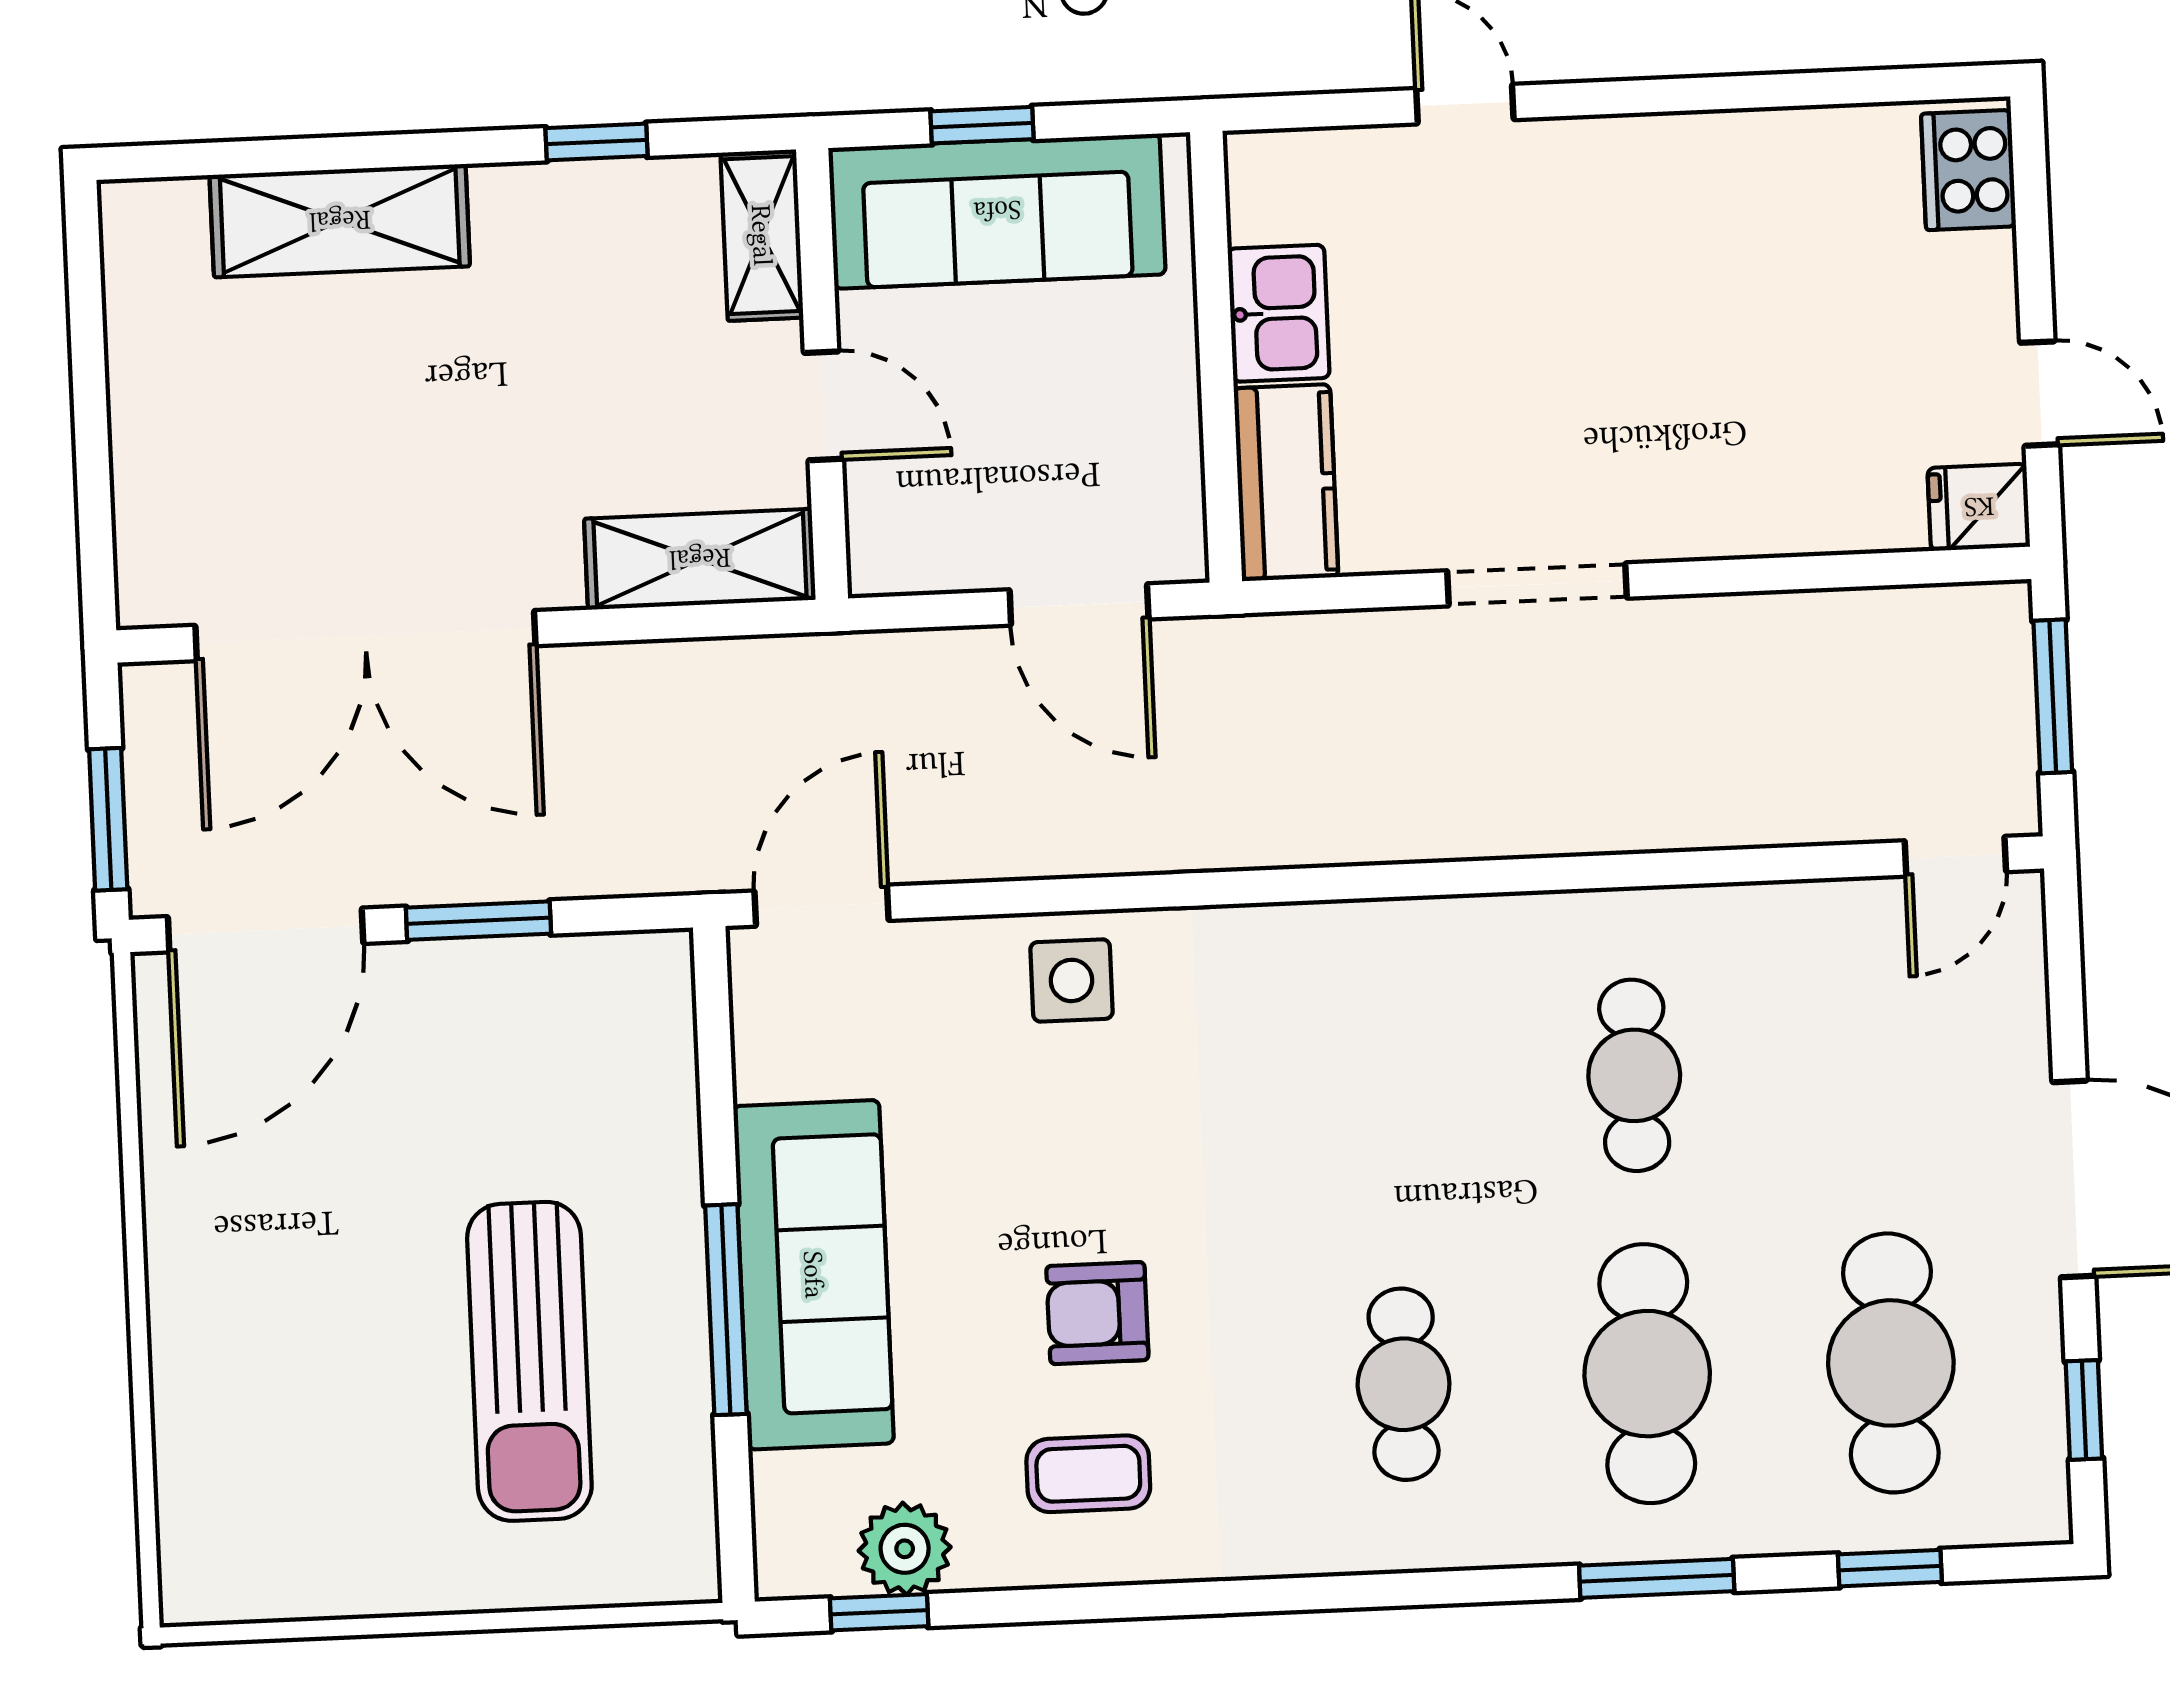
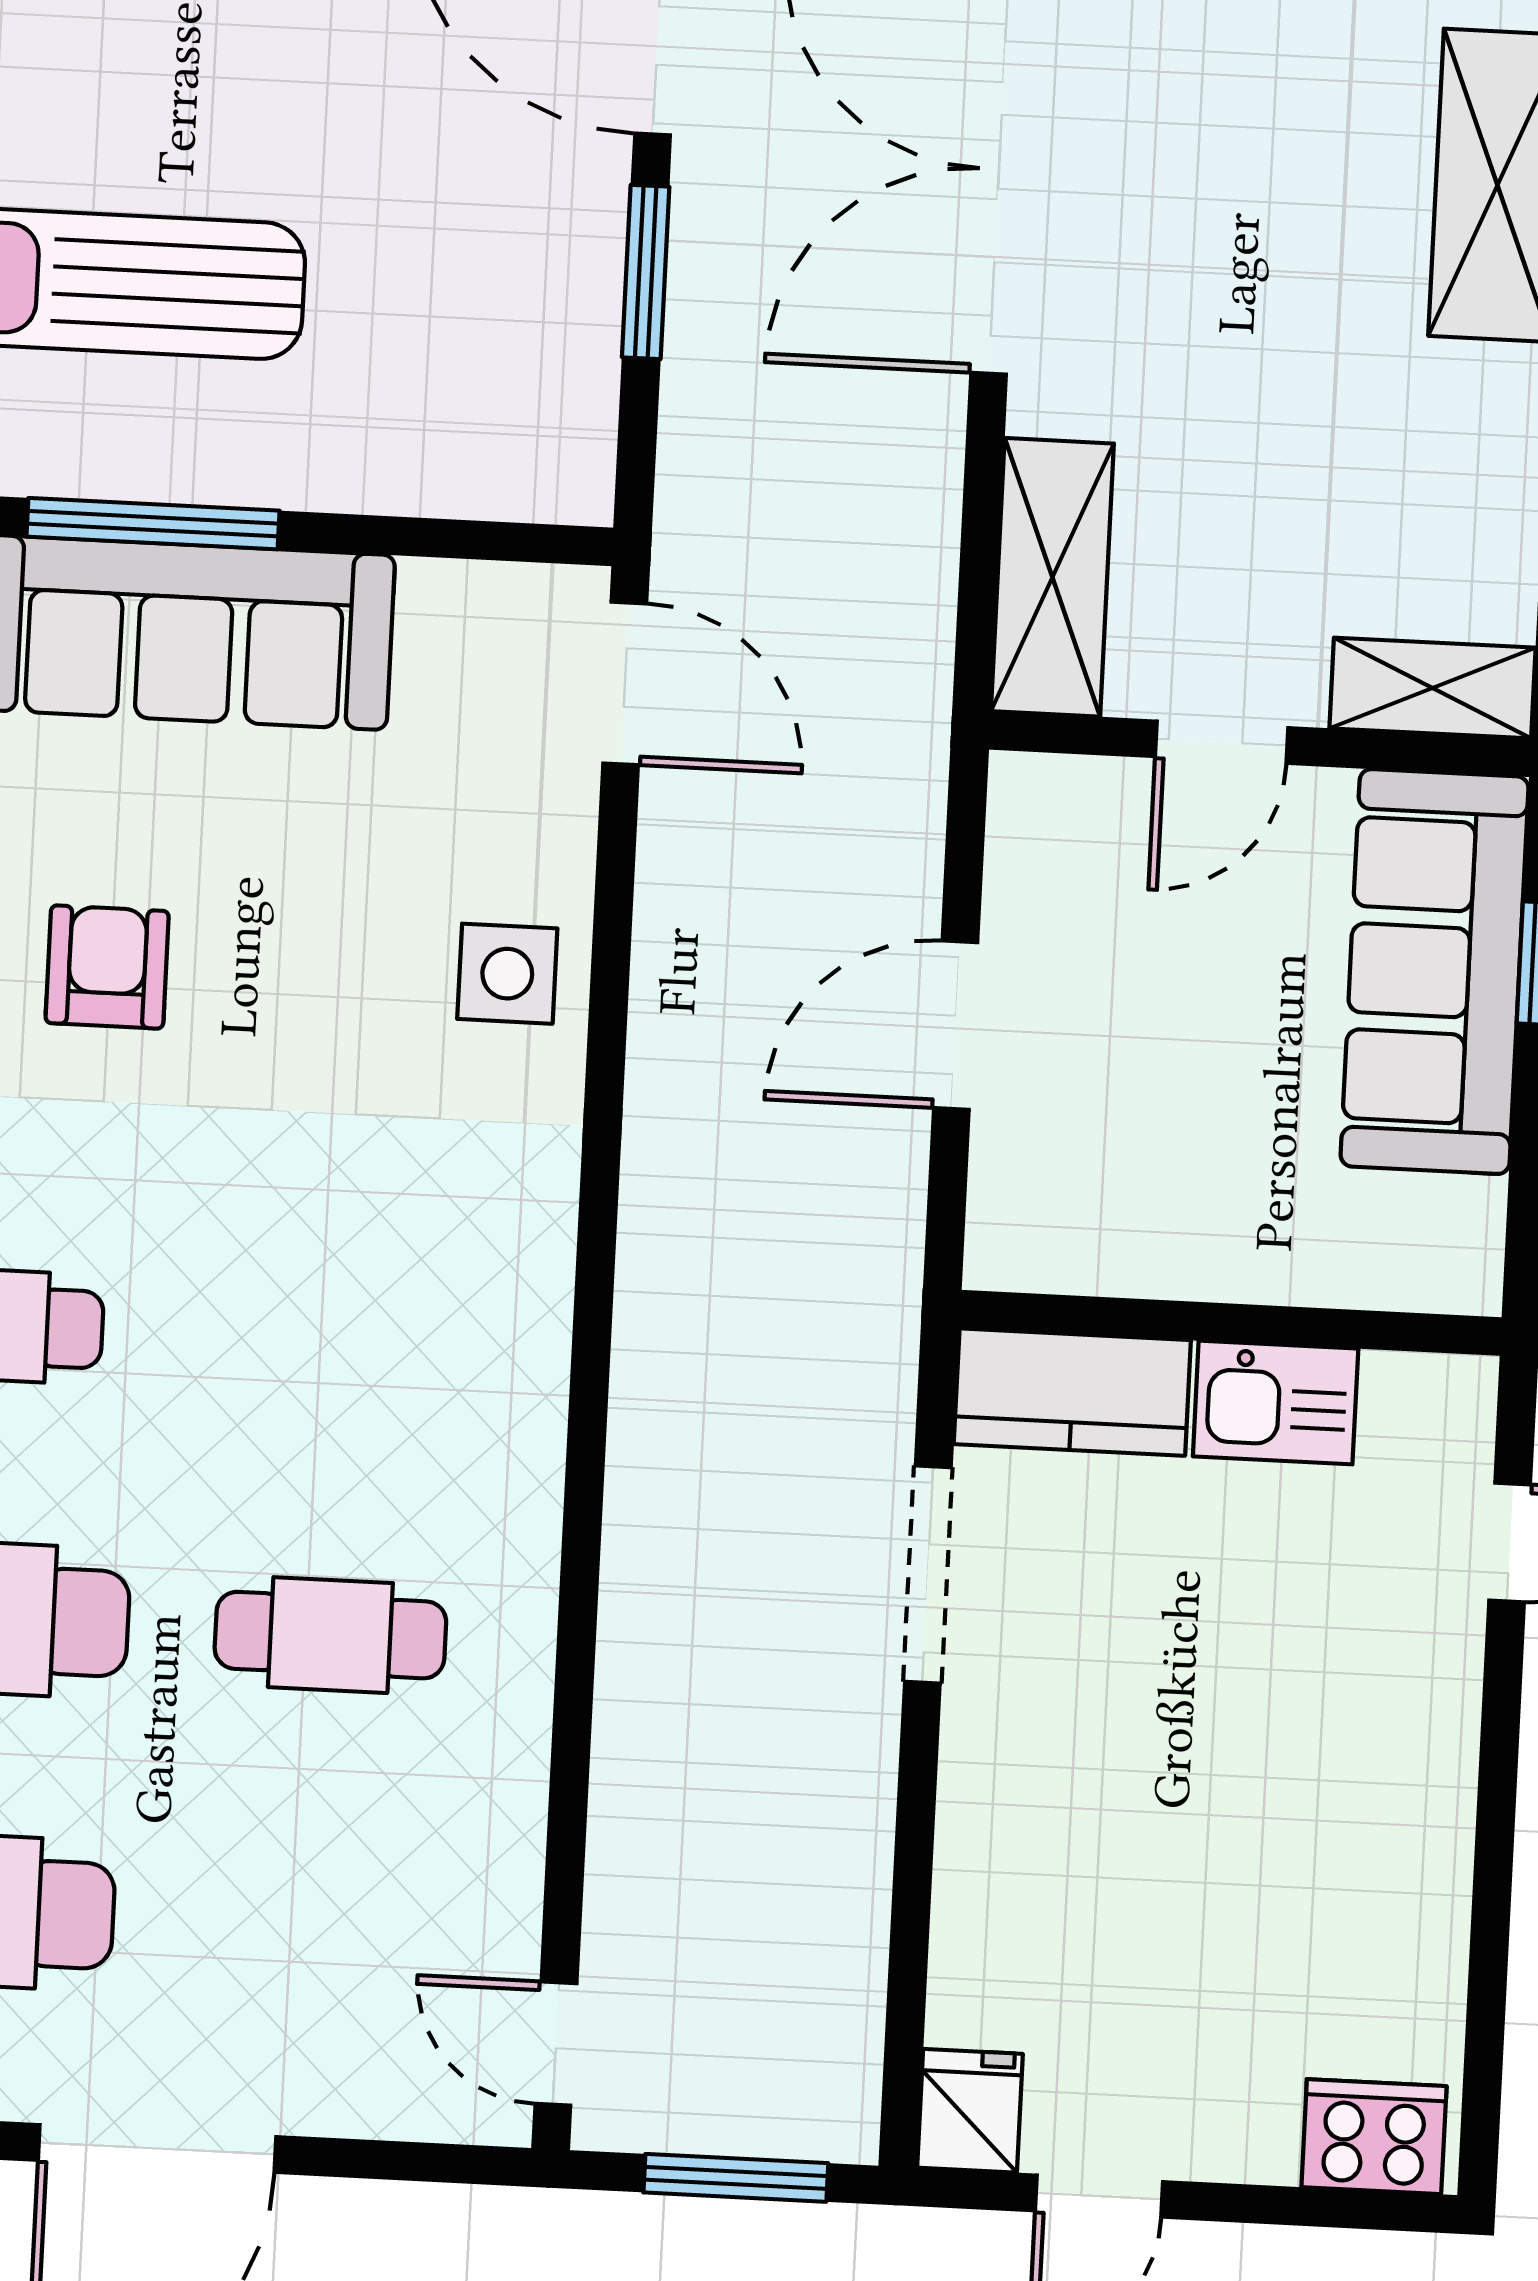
kitchen sink: (1279, 313) -> (1276, 1403), moved
wall: (1216, 357) -> (1231, 1323), moved
kitchen counter: (1286, 483) -> (1072, 1392), moved

